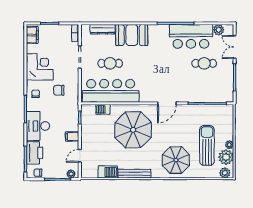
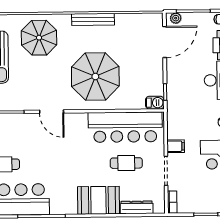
chair: (59, 90) -> (193, 127), removed
door: (167, 103) -> (52, 112), swing flipped
barbecue: (103, 109) -> (155, 103), moved
filing cabinet: (72, 136) -> (176, 146), moved
door: (80, 156) -> (165, 42), width x1.88
barbecue: (108, 172) -> (128, 21), removed

